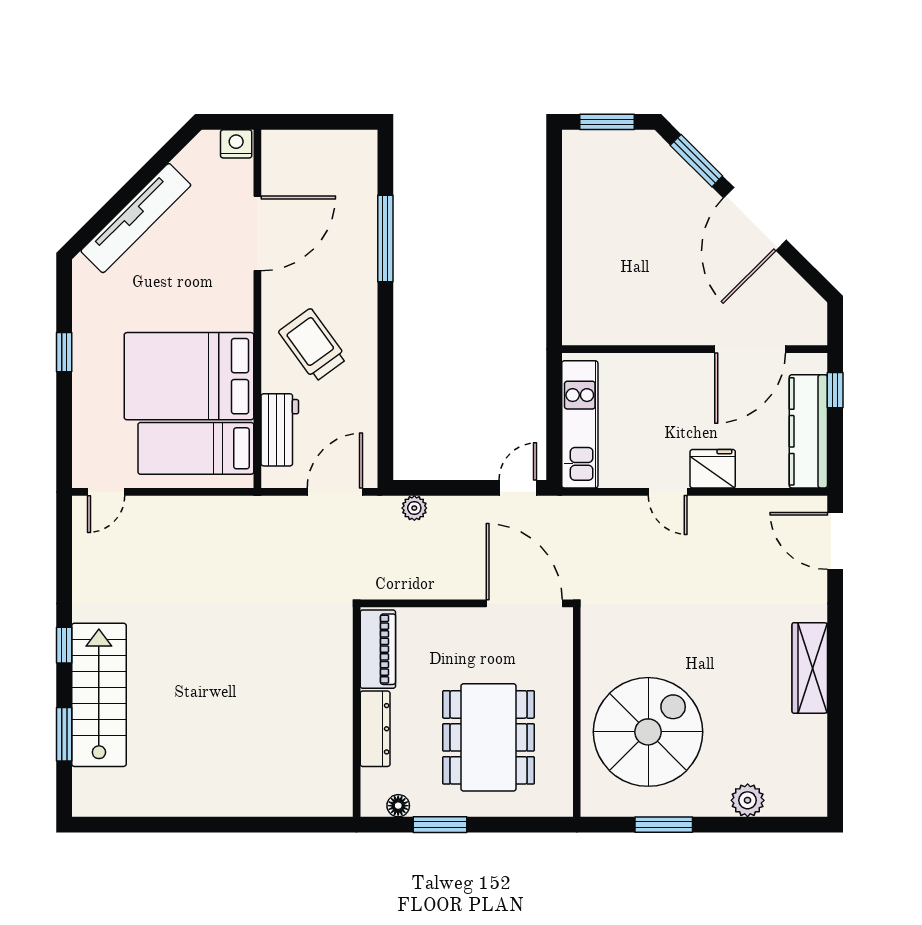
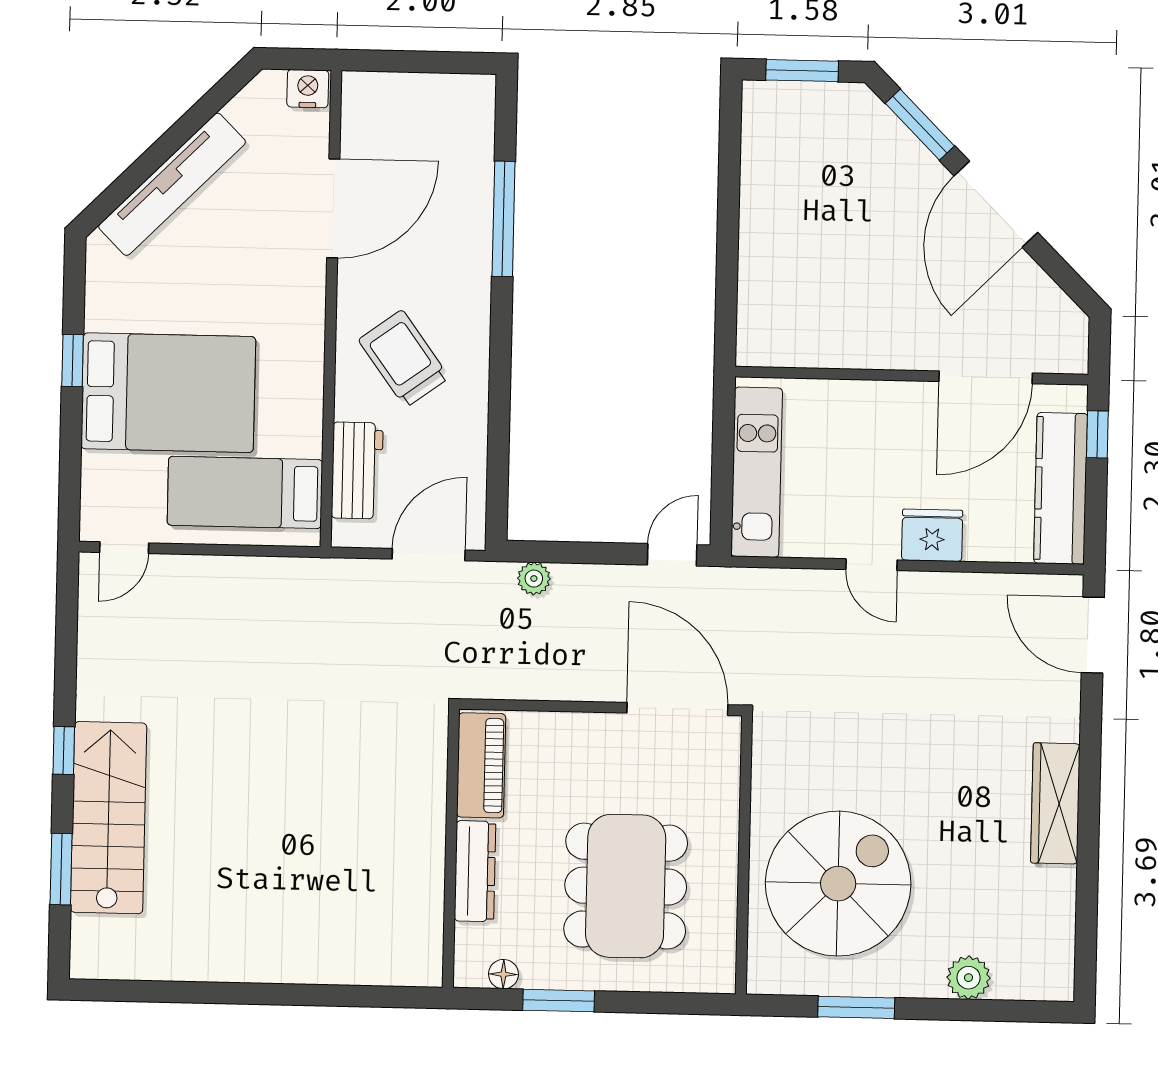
bed: (189, 376) -> (168, 393), moved, turned 180

